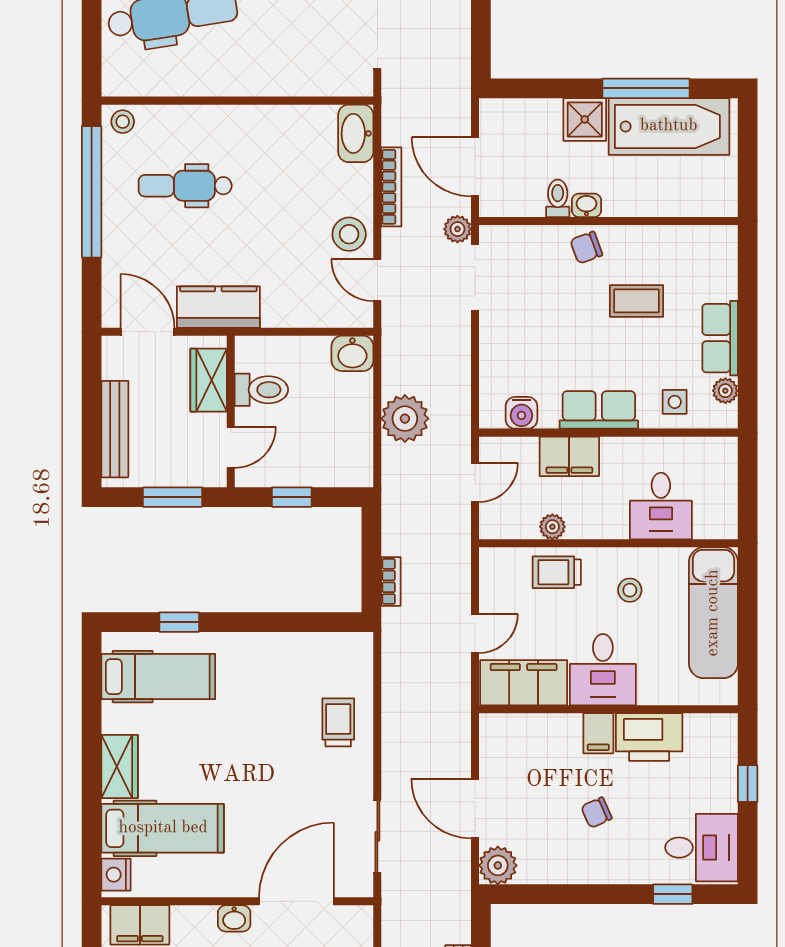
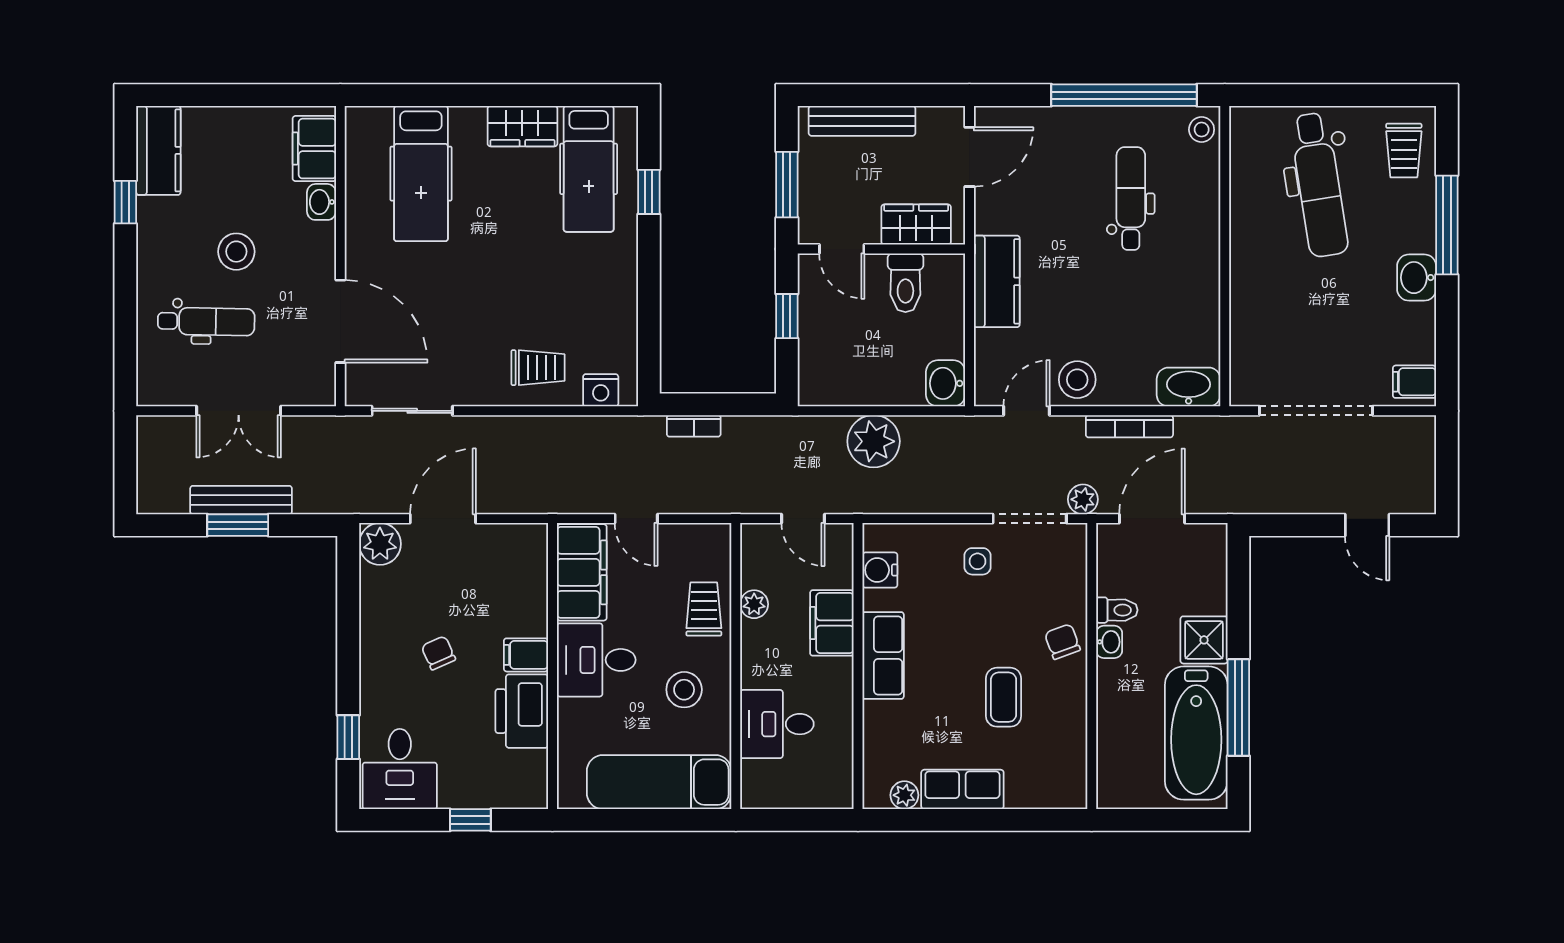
kitchen counter: (218, 307) -> (997, 281), moved
side table: (675, 402) -> (978, 561), moved
stool: (630, 590) -> (684, 690), width x1.37, depth x1.37
wardrobe: (120, 767) -> (522, 126), moved
nightstand: (116, 875) -> (601, 390), moved, turned 180
washbasin: (234, 918) -> (321, 202), moved

